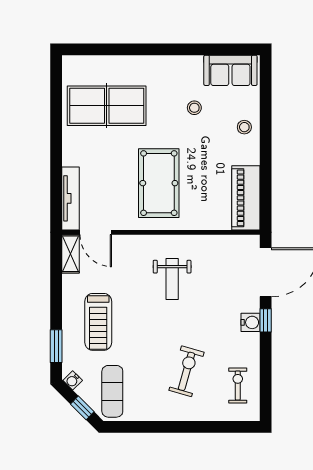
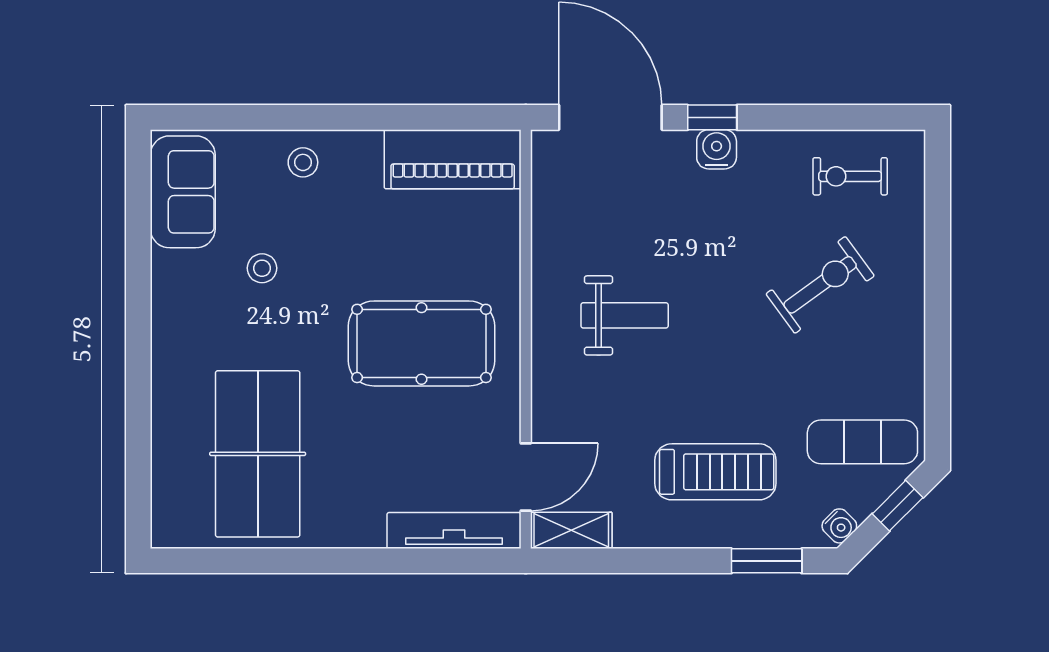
exercise bike: (186, 371) -> (820, 285), turned 128

